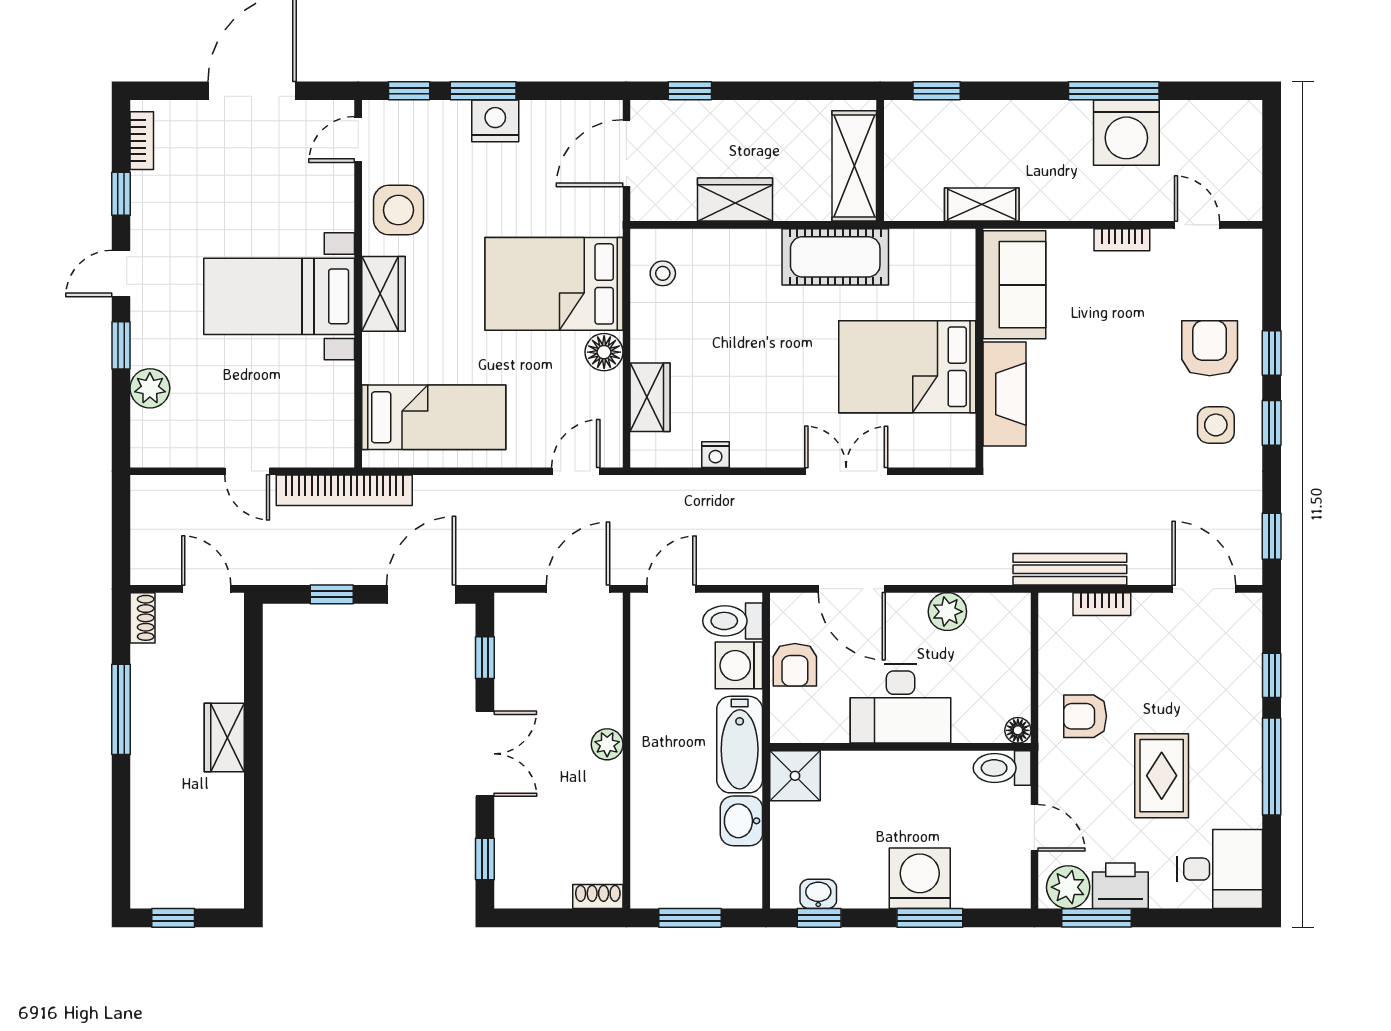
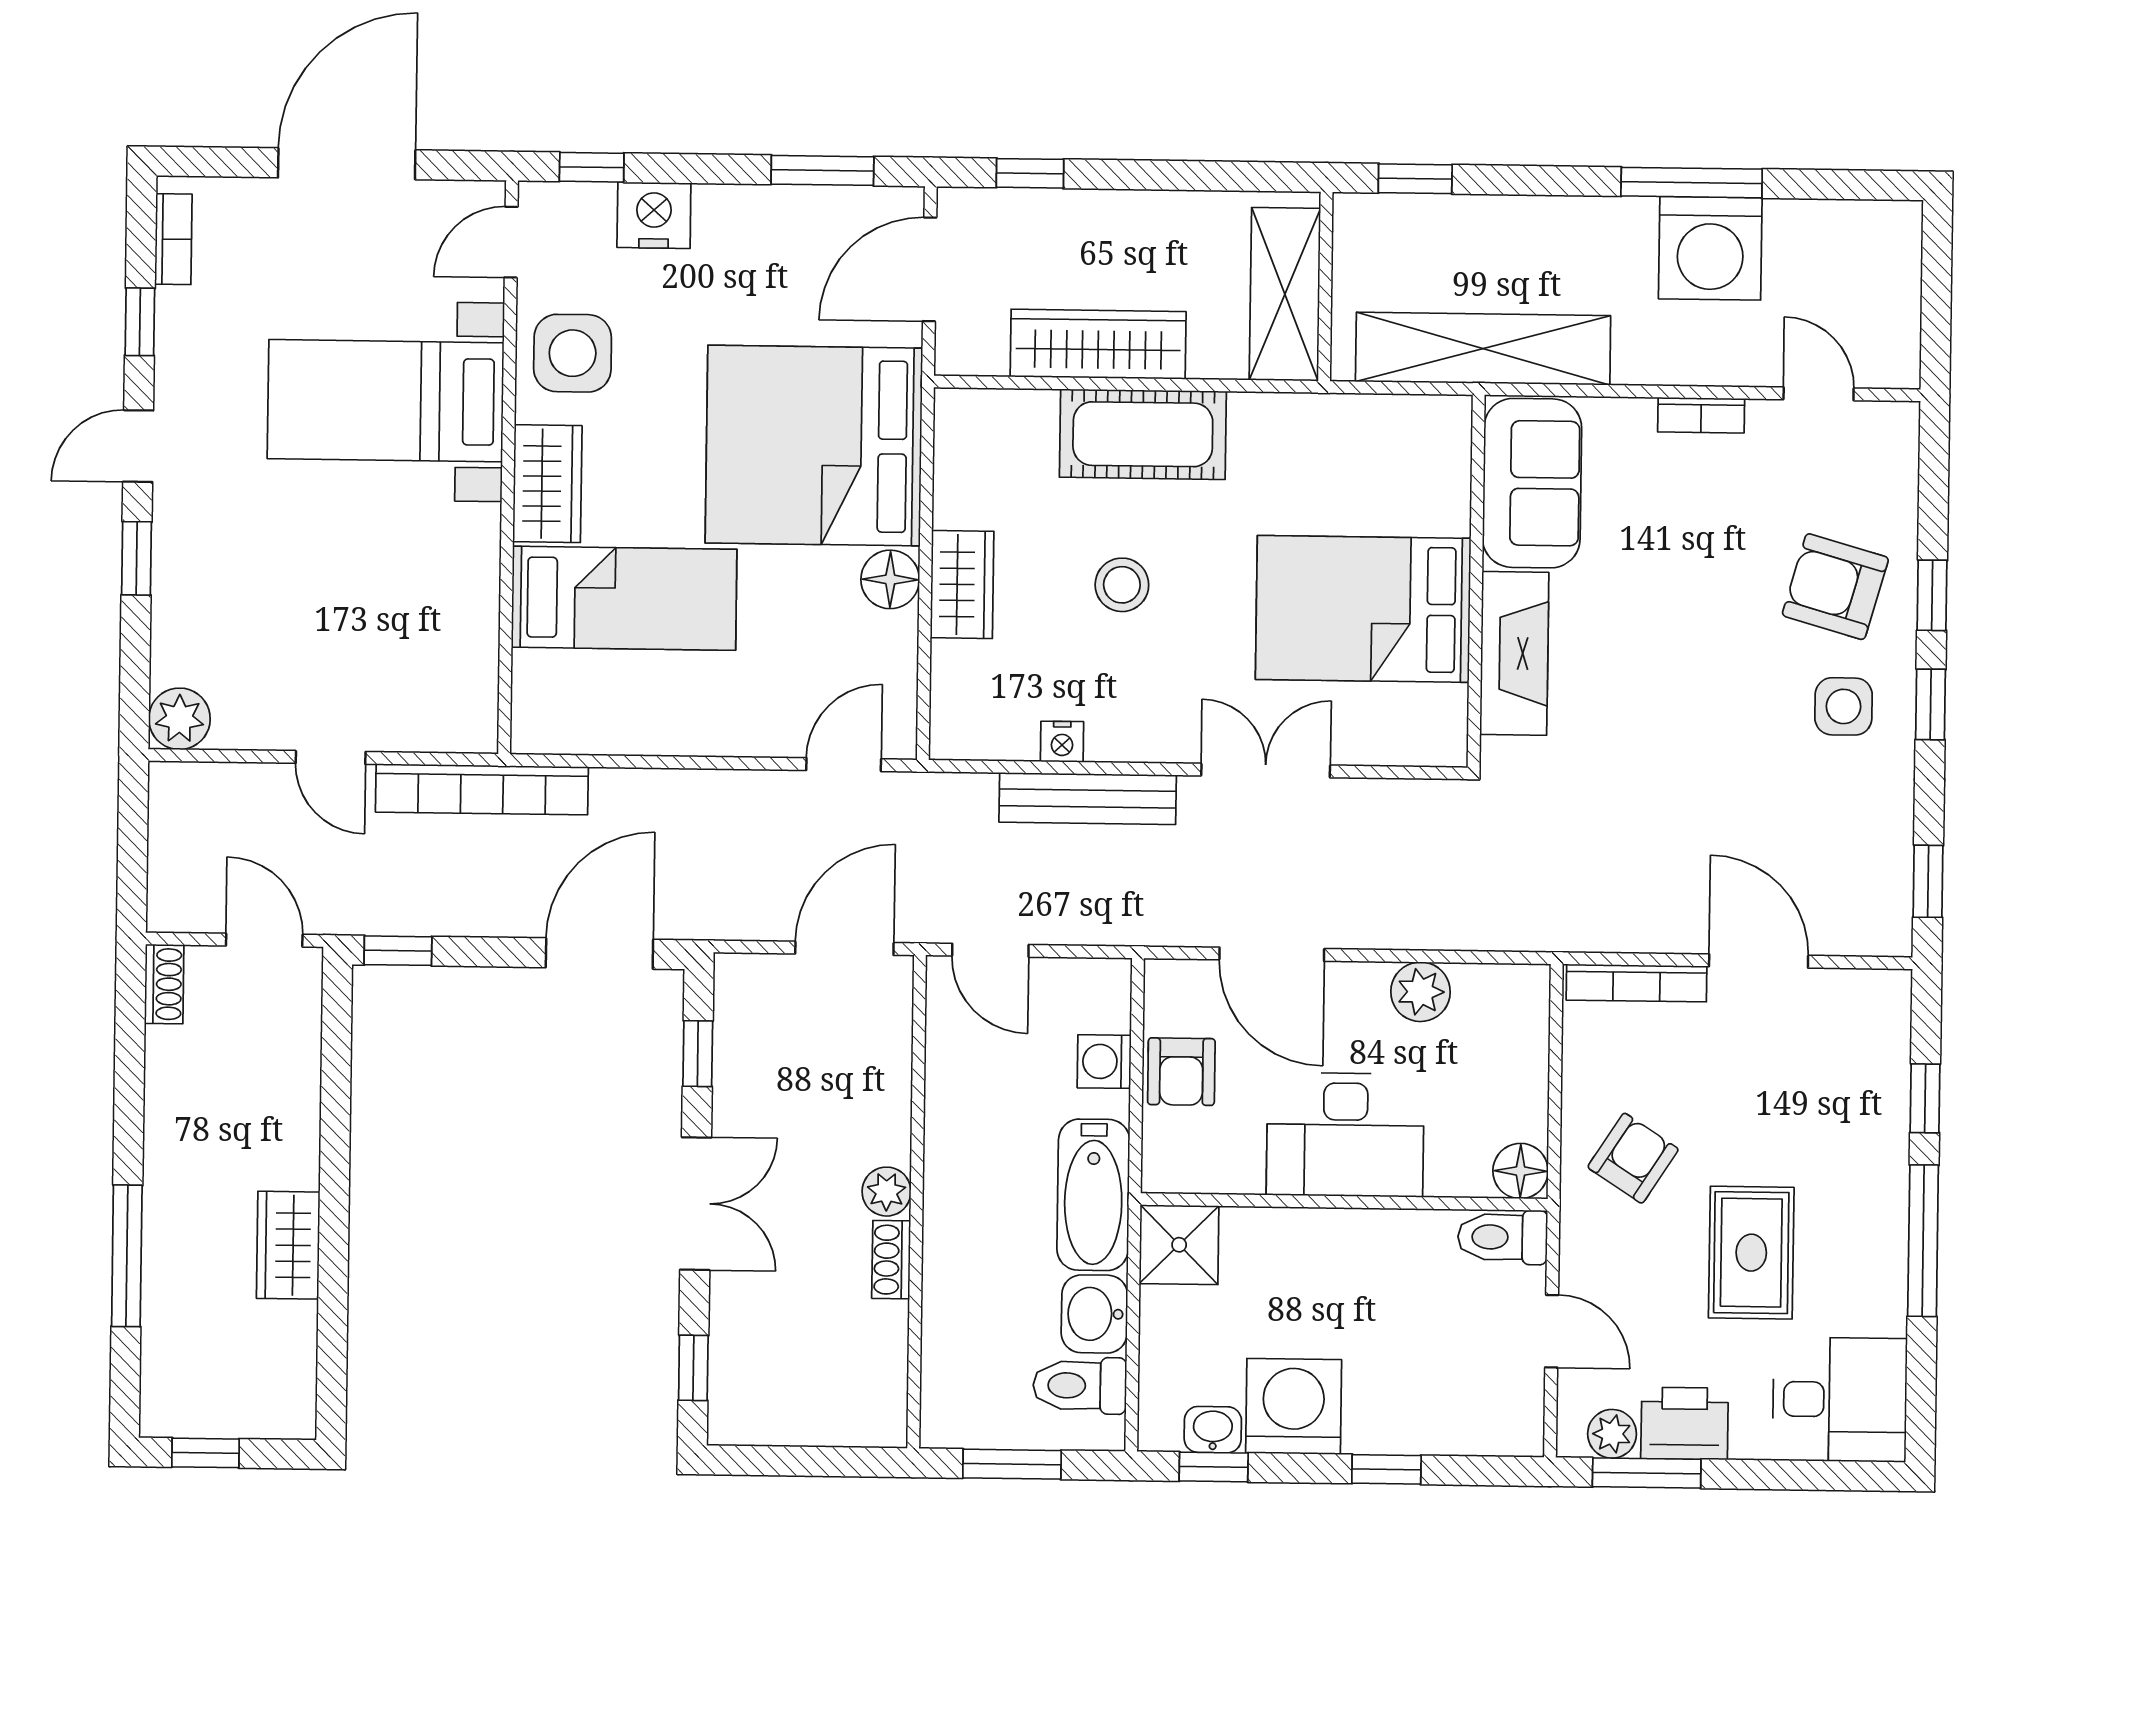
window: (483, 91) -> (822, 170), moved
nightstand: (495, 121) -> (654, 215), moved
wardrobe: (735, 200) -> (1098, 344), width x1.50
shelving: (982, 205) -> (1483, 349), width x2.20, depth x1.33
cot: (835, 257) -> (1143, 434), moved
stool: (663, 273) -> (1122, 585), moved, width x1.37, depth x1.37
bed: (554, 284) -> (814, 446), width x1.36
bed with nightstands: (279, 296) -> (386, 401), moved
armchair: (1210, 348) -> (1835, 587), turned -74
plant: (150, 388) -> (179, 719), moved
wardrobe: (650, 397) -> (962, 584), moved
bed: (434, 417) -> (624, 598), moved
bench: (1070, 569) -> (1088, 799), moved
door: (671, 589) -> (990, 950), swing flipped
door: (1204, 589) -> (1759, 961), moved
window: (332, 594) -> (398, 951), moved
bookcase: (1102, 604) -> (1636, 983), width x1.56
toilet: (733, 621) -> (1080, 1386), moved
washing machine: (739, 665) -> (1104, 1062), width x0.73, depth x0.73
window: (121, 709) -> (127, 1256), moved
armchair: (1085, 716) -> (1633, 1158), turned 123
floor lamp: (1018, 730) -> (1521, 1171), width x1.37, depth x1.37
wardrobe: (224, 738) -> (288, 1245), moved
washing machine: (920, 878) -> (1294, 1406), moved
plant: (1068, 887) -> (1612, 1434), width x0.73, depth x0.73
shoe rack: (598, 897) -> (891, 1260), moved, turned -90
window: (930, 918) -> (1386, 1469), width x0.67

